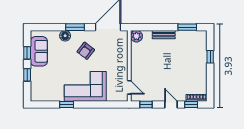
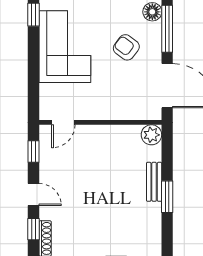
window: (75, 27) -> (167, 29), width x1.44
window: (187, 27) -> (167, 197), moved
door: (171, 105) -> (34, 194), hinge flipped

